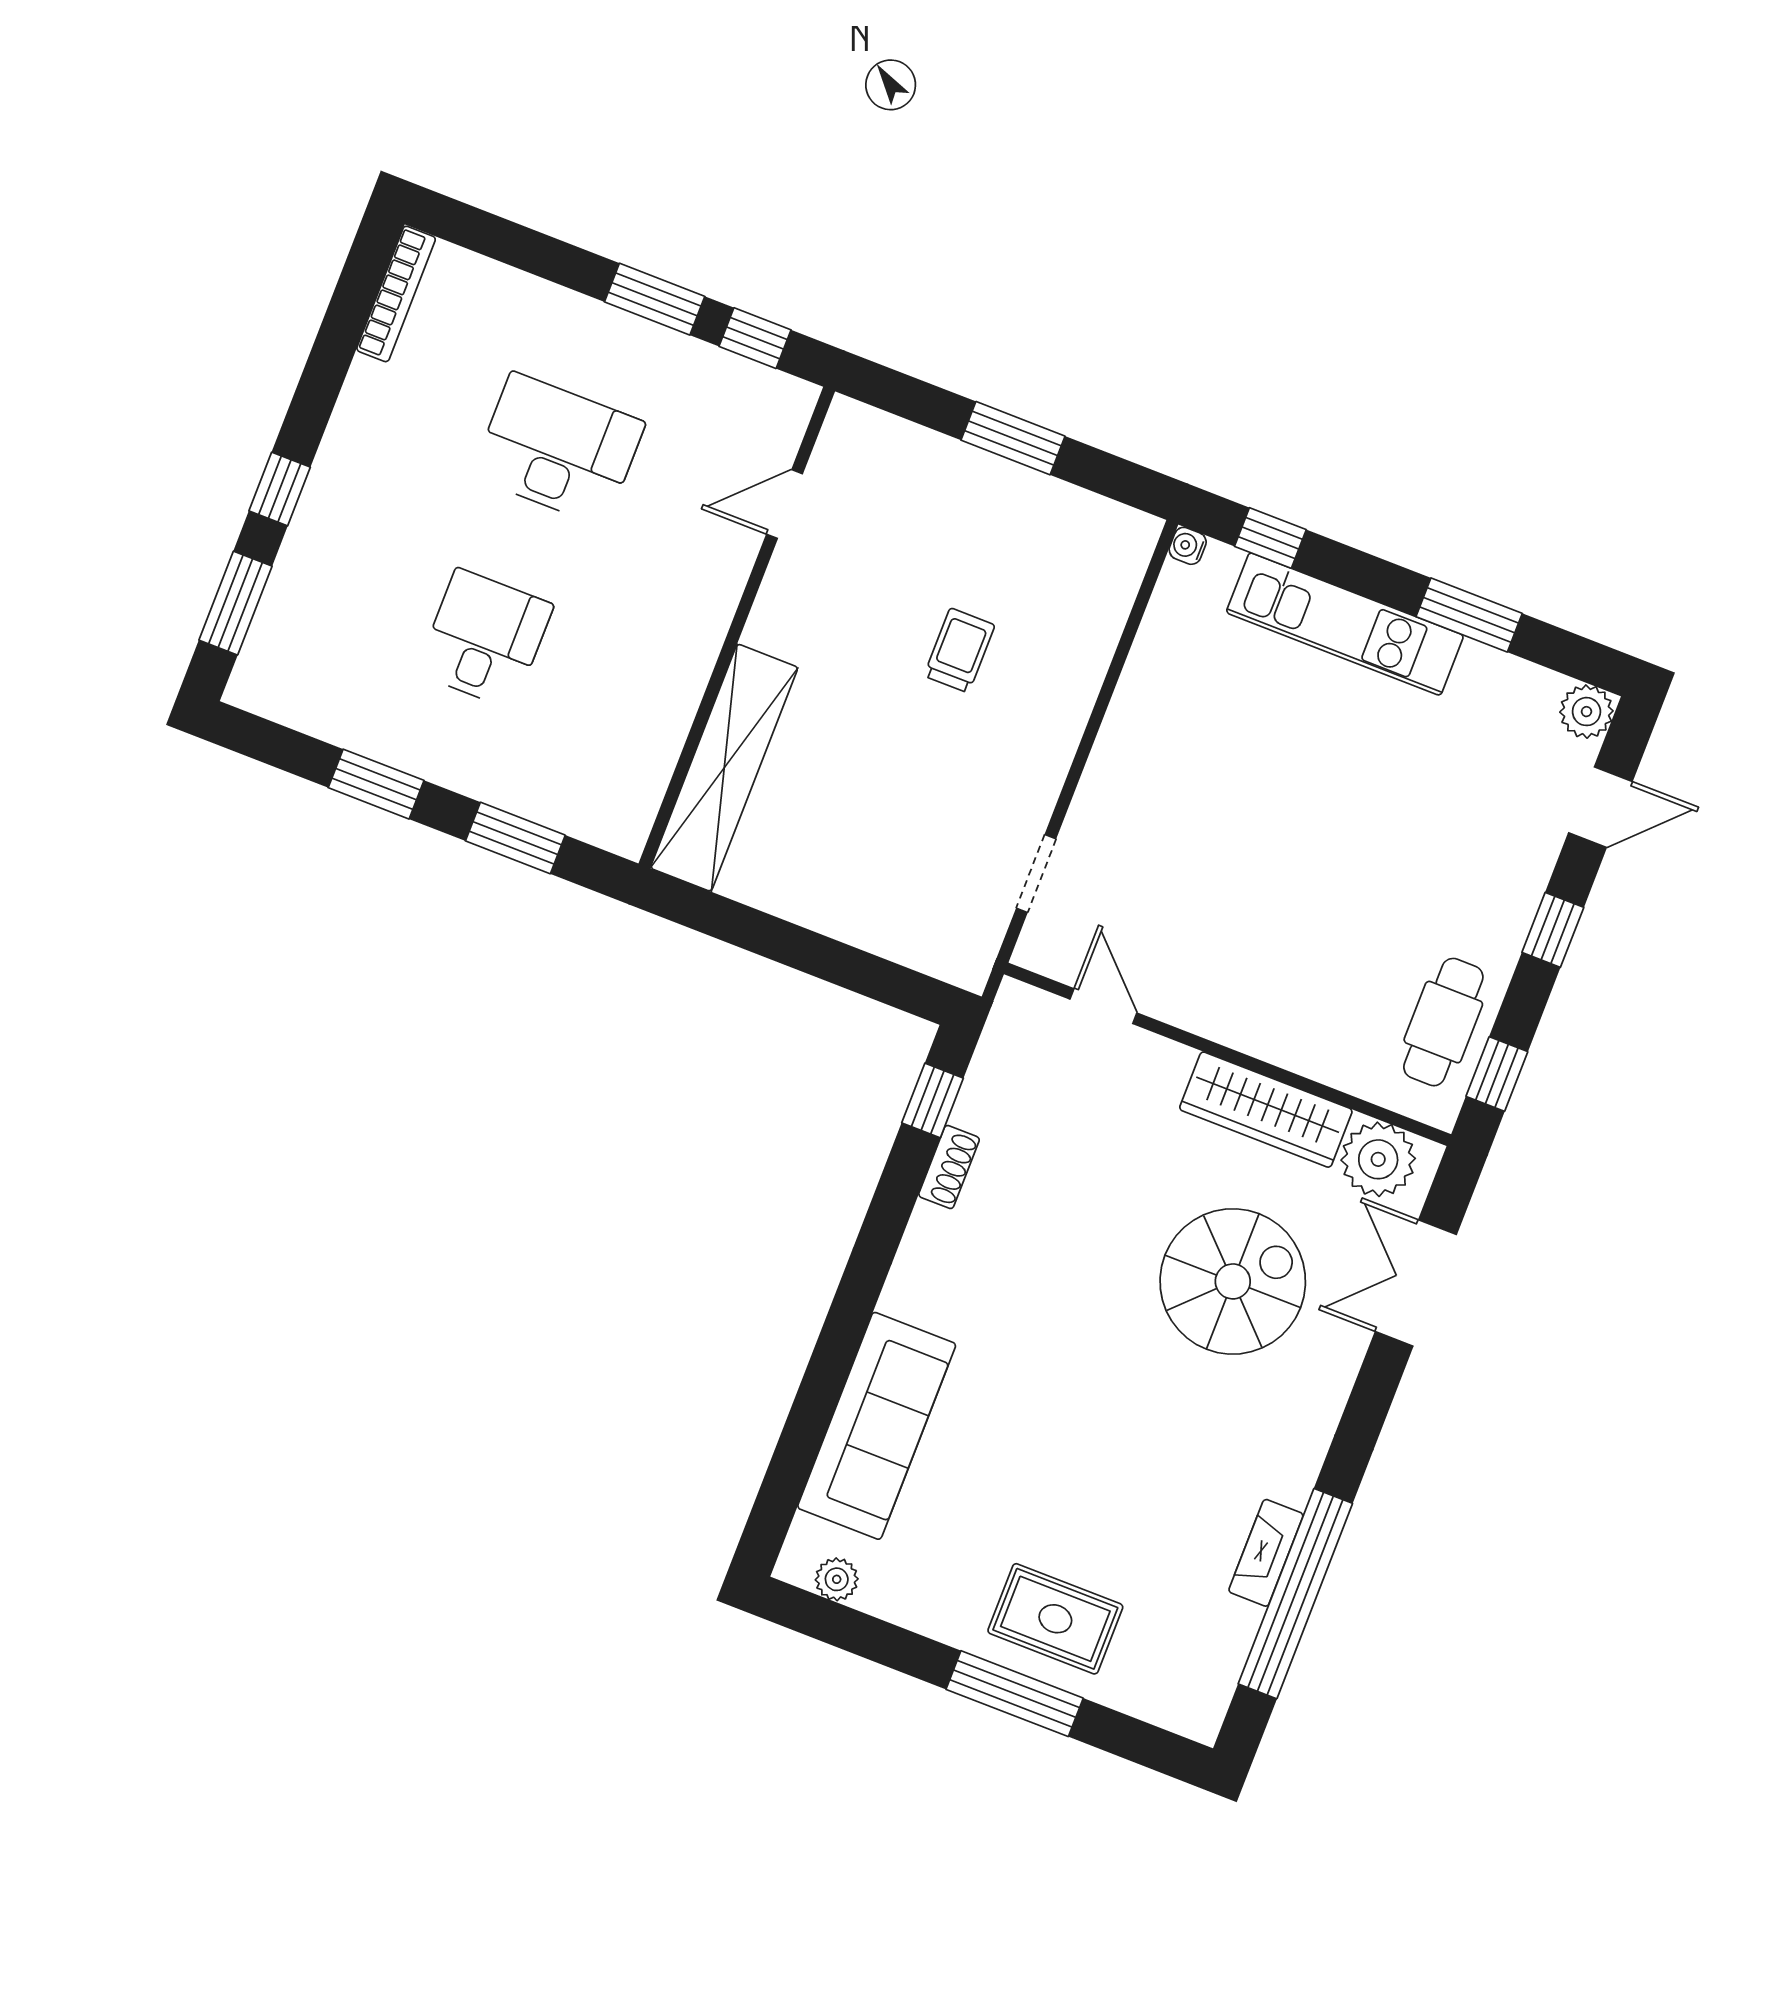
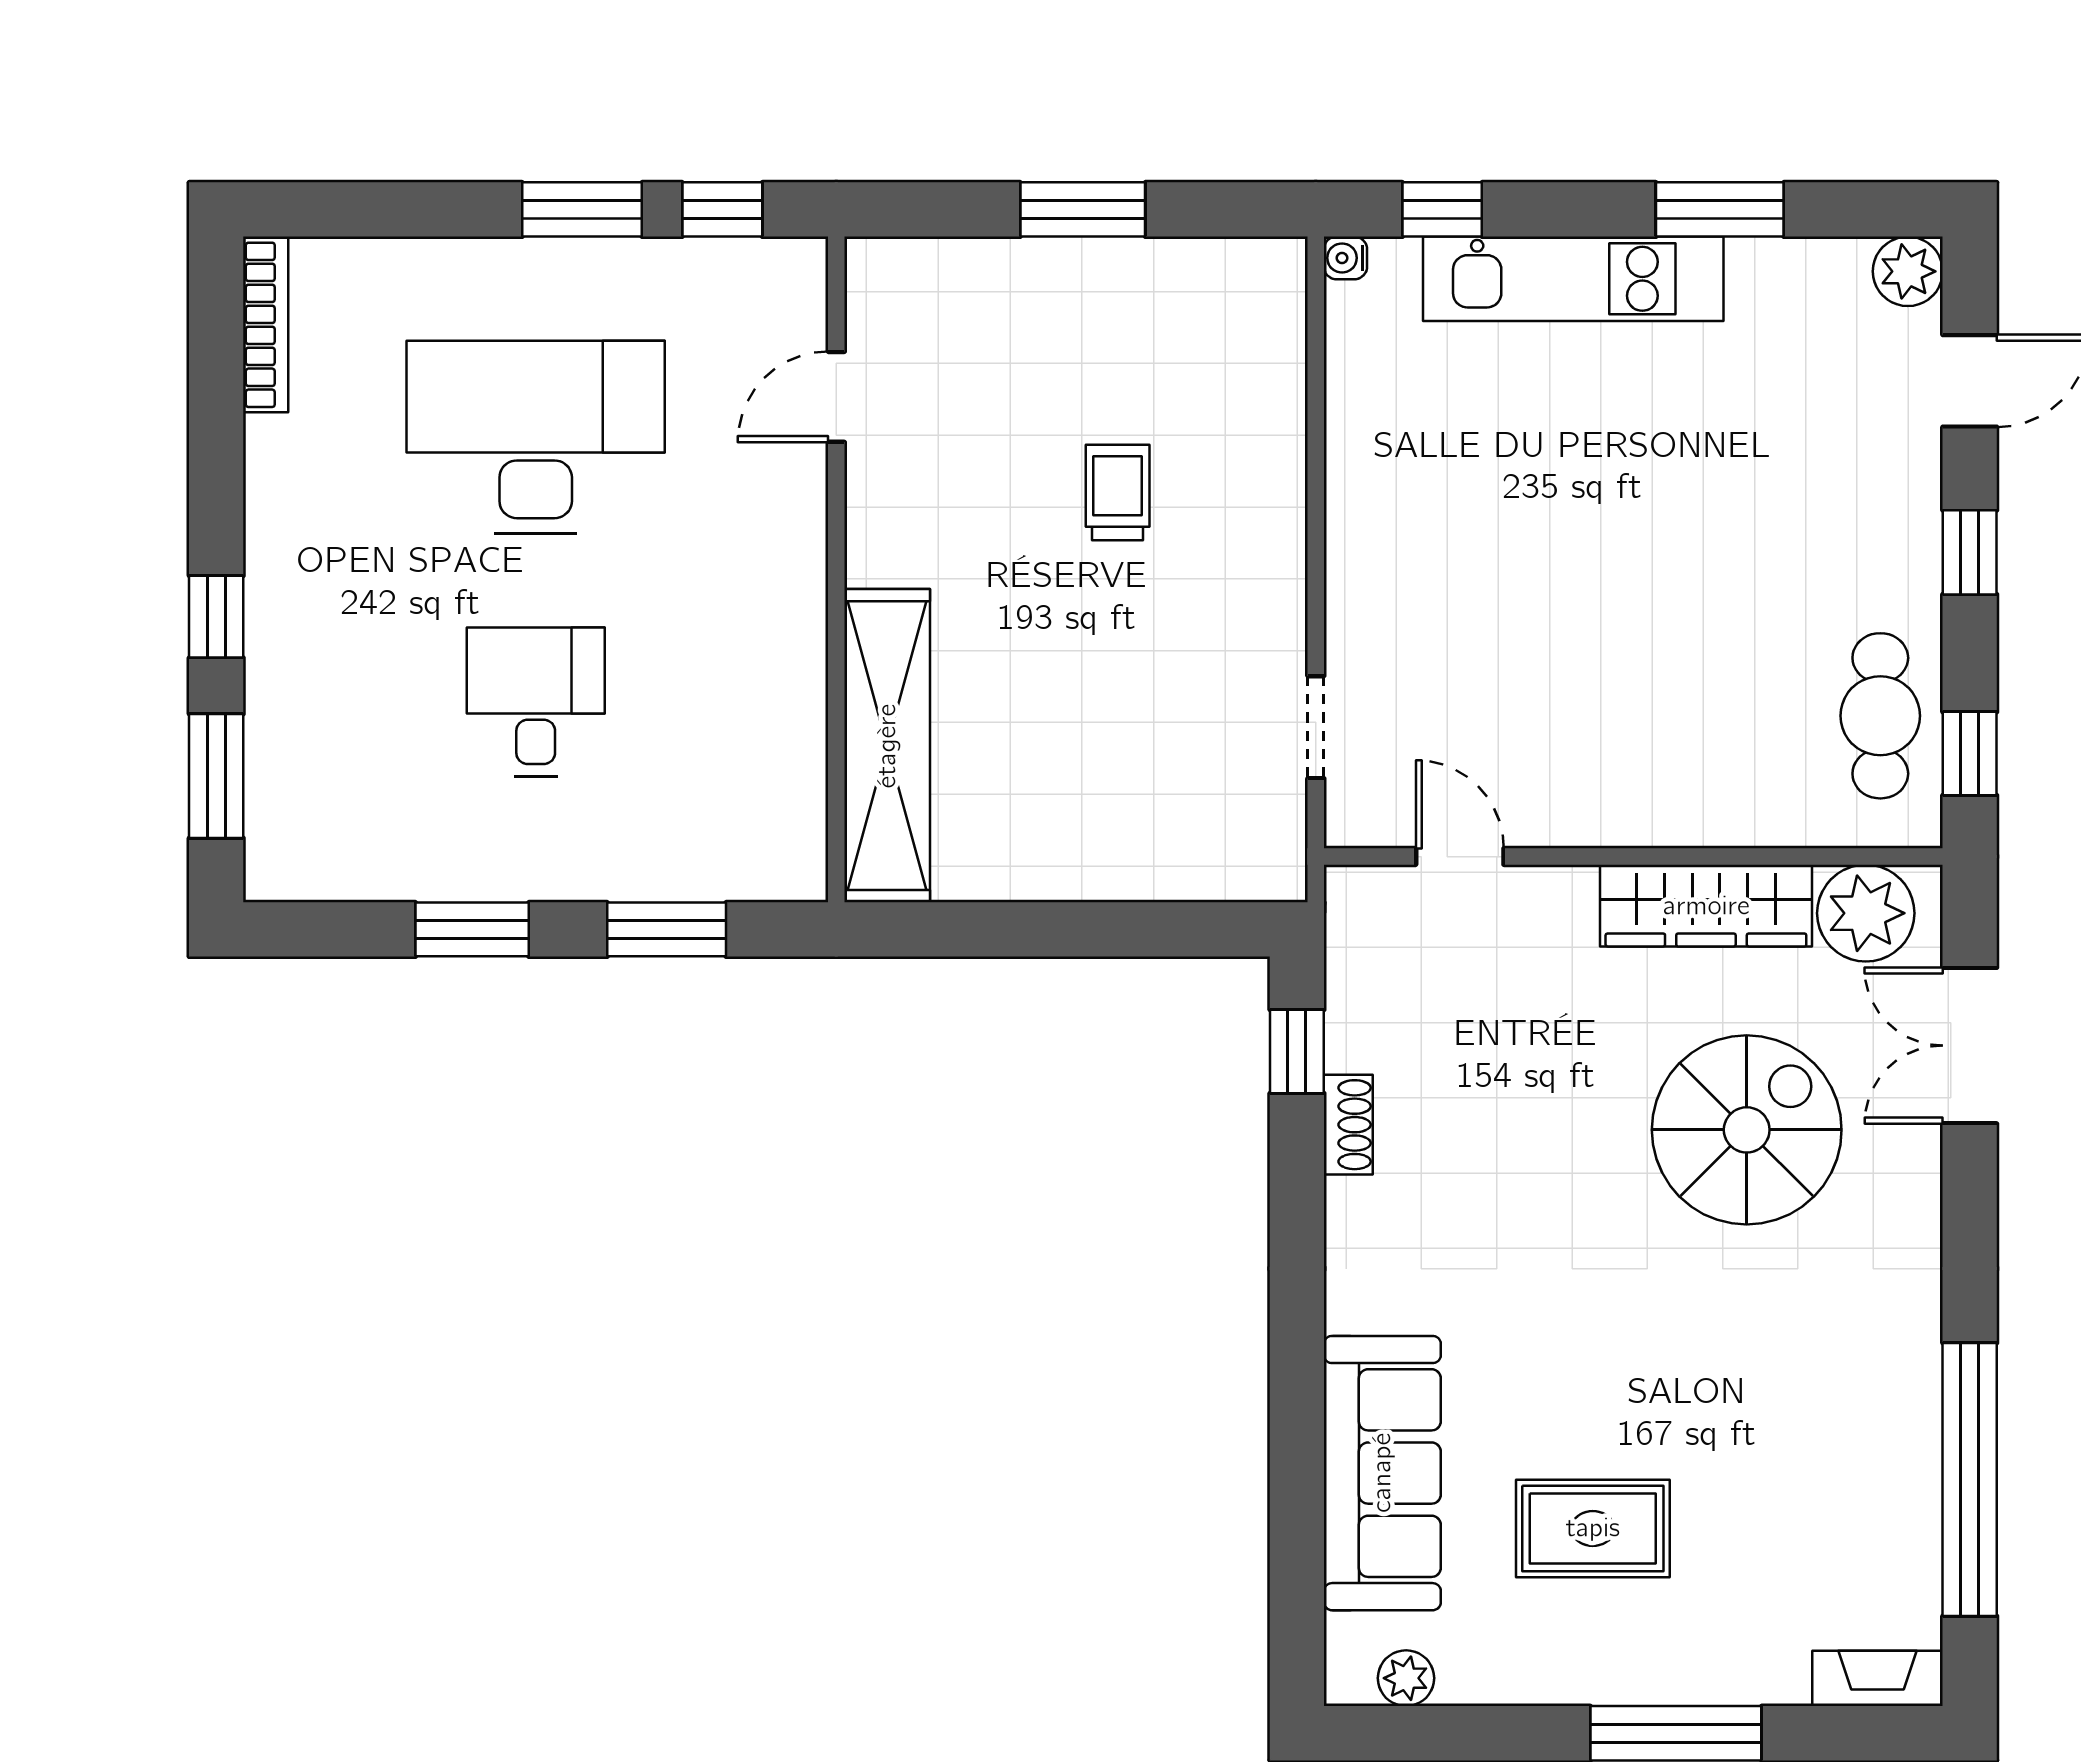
desk: (558, 449) -> (536, 437), width x1.36, depth x1.30
fireplace: (1266, 1553) -> (1877, 1678), moved, turned 90
rug: (1055, 1619) -> (1593, 1528), moved

